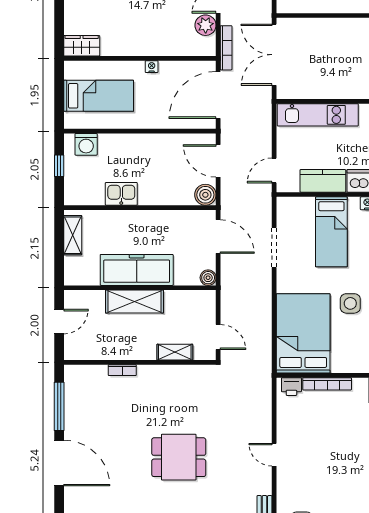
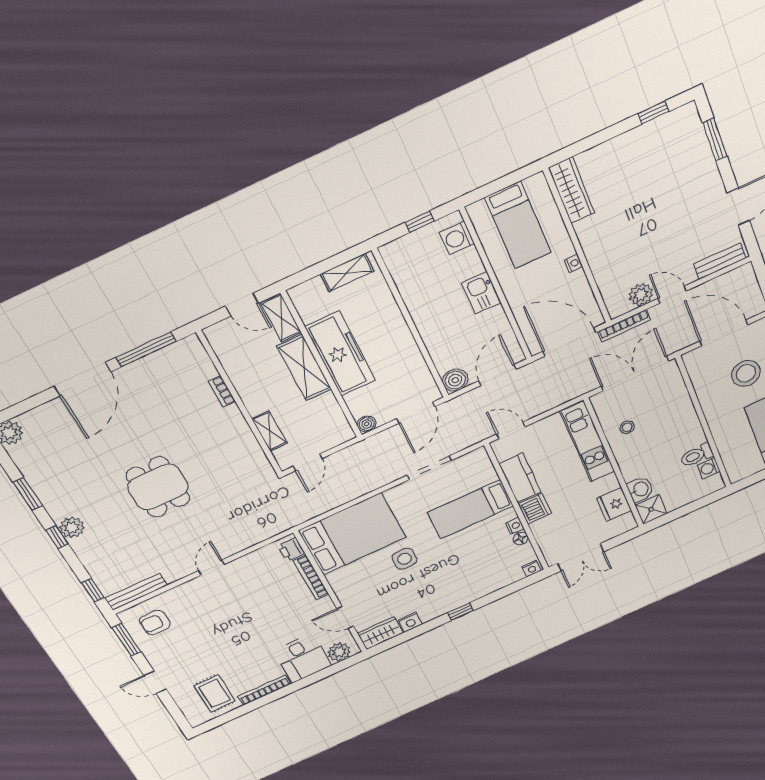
wardrobe: (82, 46) -> (572, 190), width x1.50
stool: (321, 78) -> (627, 427), added
kitchen sink: (121, 194) -> (481, 293), moved, turned 180
shelving: (84, 299) -> (281, 318), added

